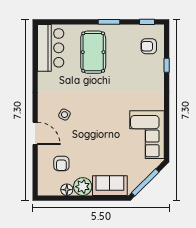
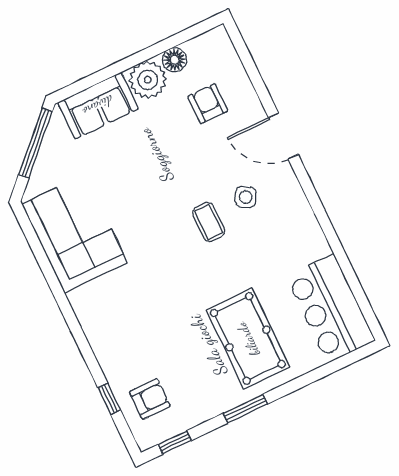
window: (167, 65) -> (109, 399), moved
coffee table: (86, 111) -> (209, 222), added

